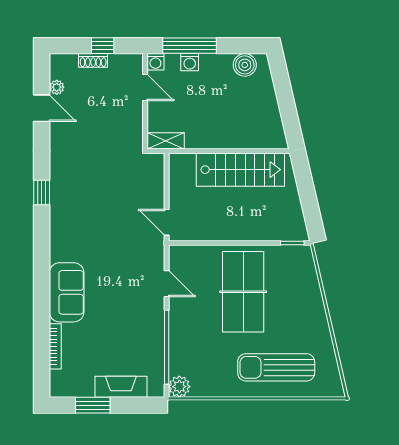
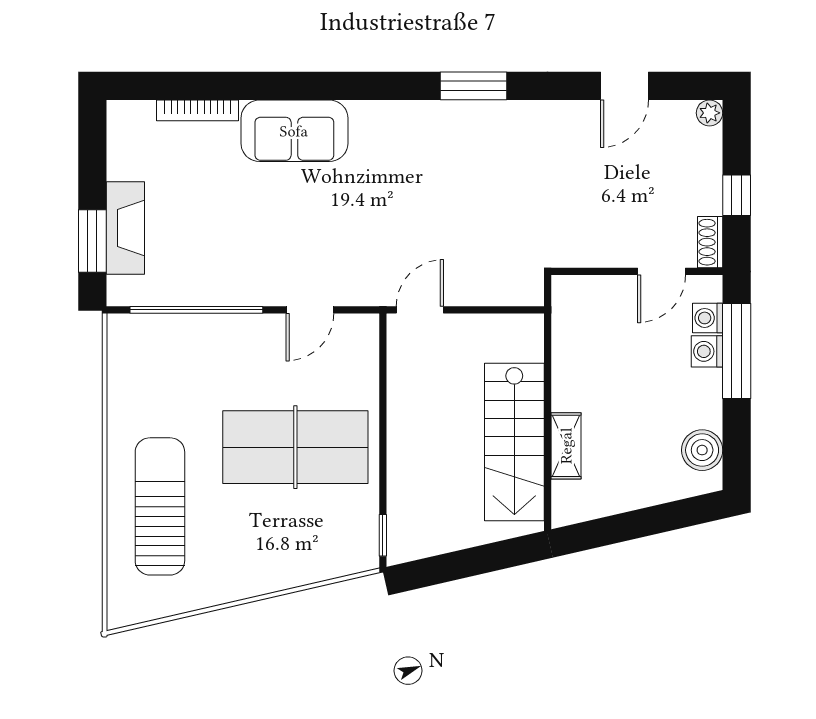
shoe rack: (93, 60) -> (710, 242), moved
washing machine: (155, 62) -> (708, 318), moved
plant: (57, 87) -> (709, 113), moved
shelving: (166, 141) -> (566, 446), moved
window: (42, 192) -> (473, 86), width x1.50
plant: (179, 387) -> (126, 333), removed
window: (93, 405) -> (92, 241), moved

